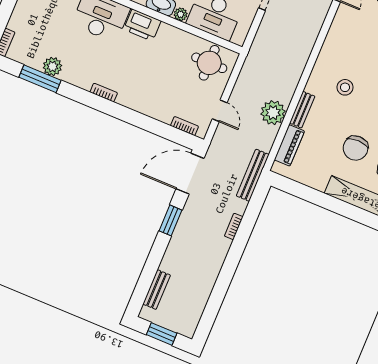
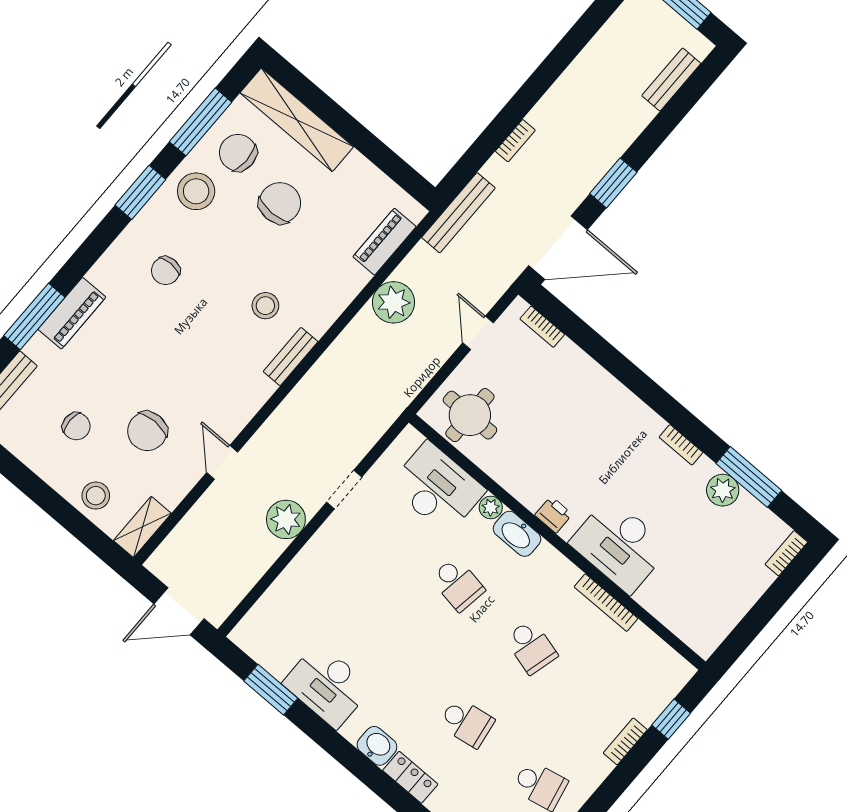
printer: (142, 25) -> (553, 515), width x0.53, depth x0.68
bookcase: (104, 93) -> (681, 445), moved
bench: (302, 110) -> (290, 357), moved

